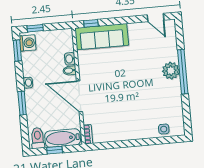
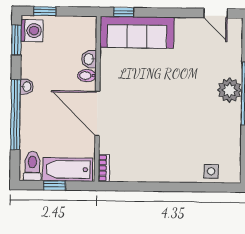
window: (22, 103) -> (15, 115), width x2.11

